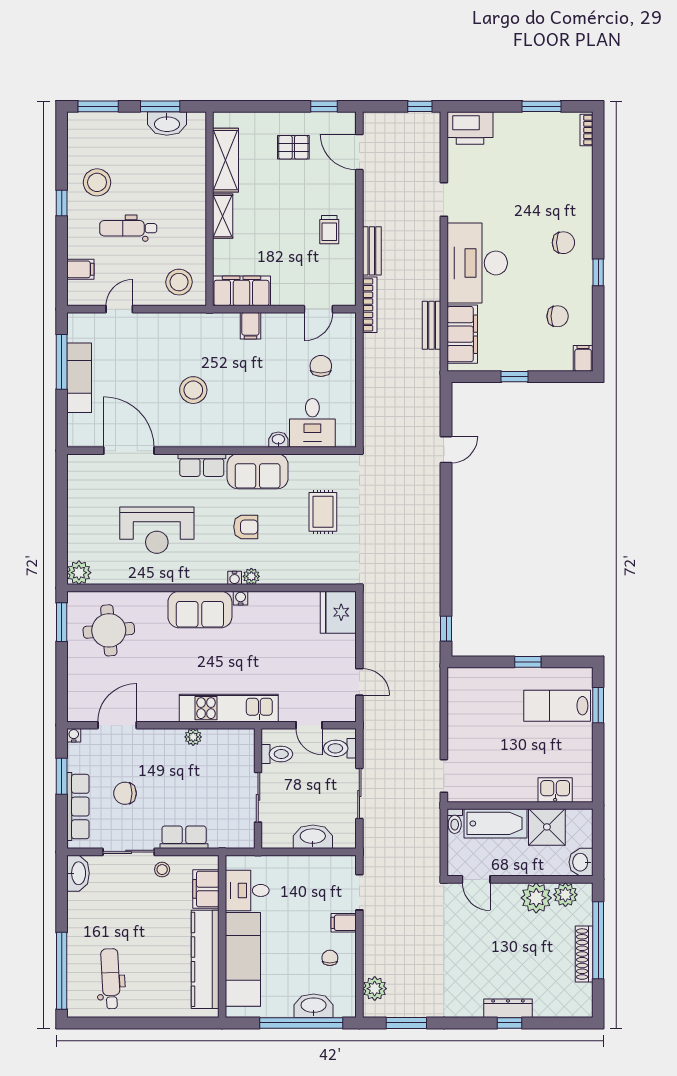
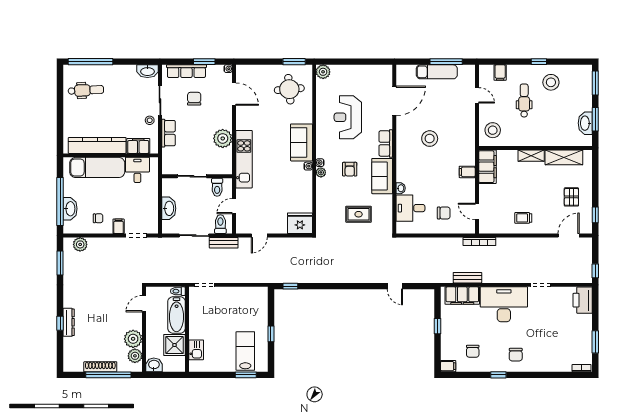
bench: (372, 251) -> (224, 243), moved
plant: (193, 737) -> (223, 138), width x1.87, depth x1.87

